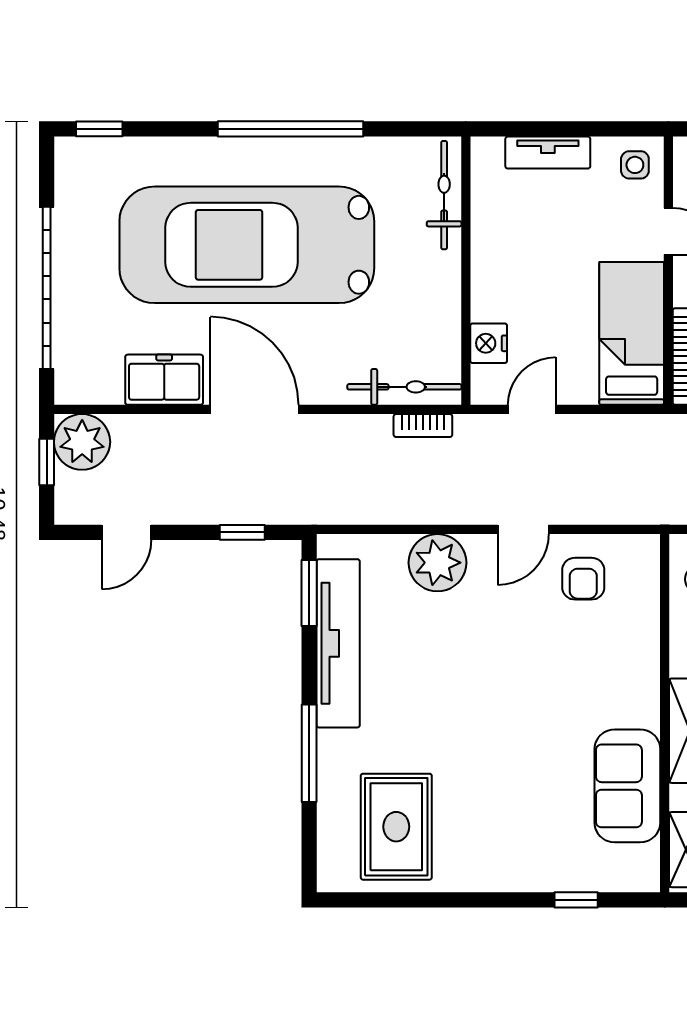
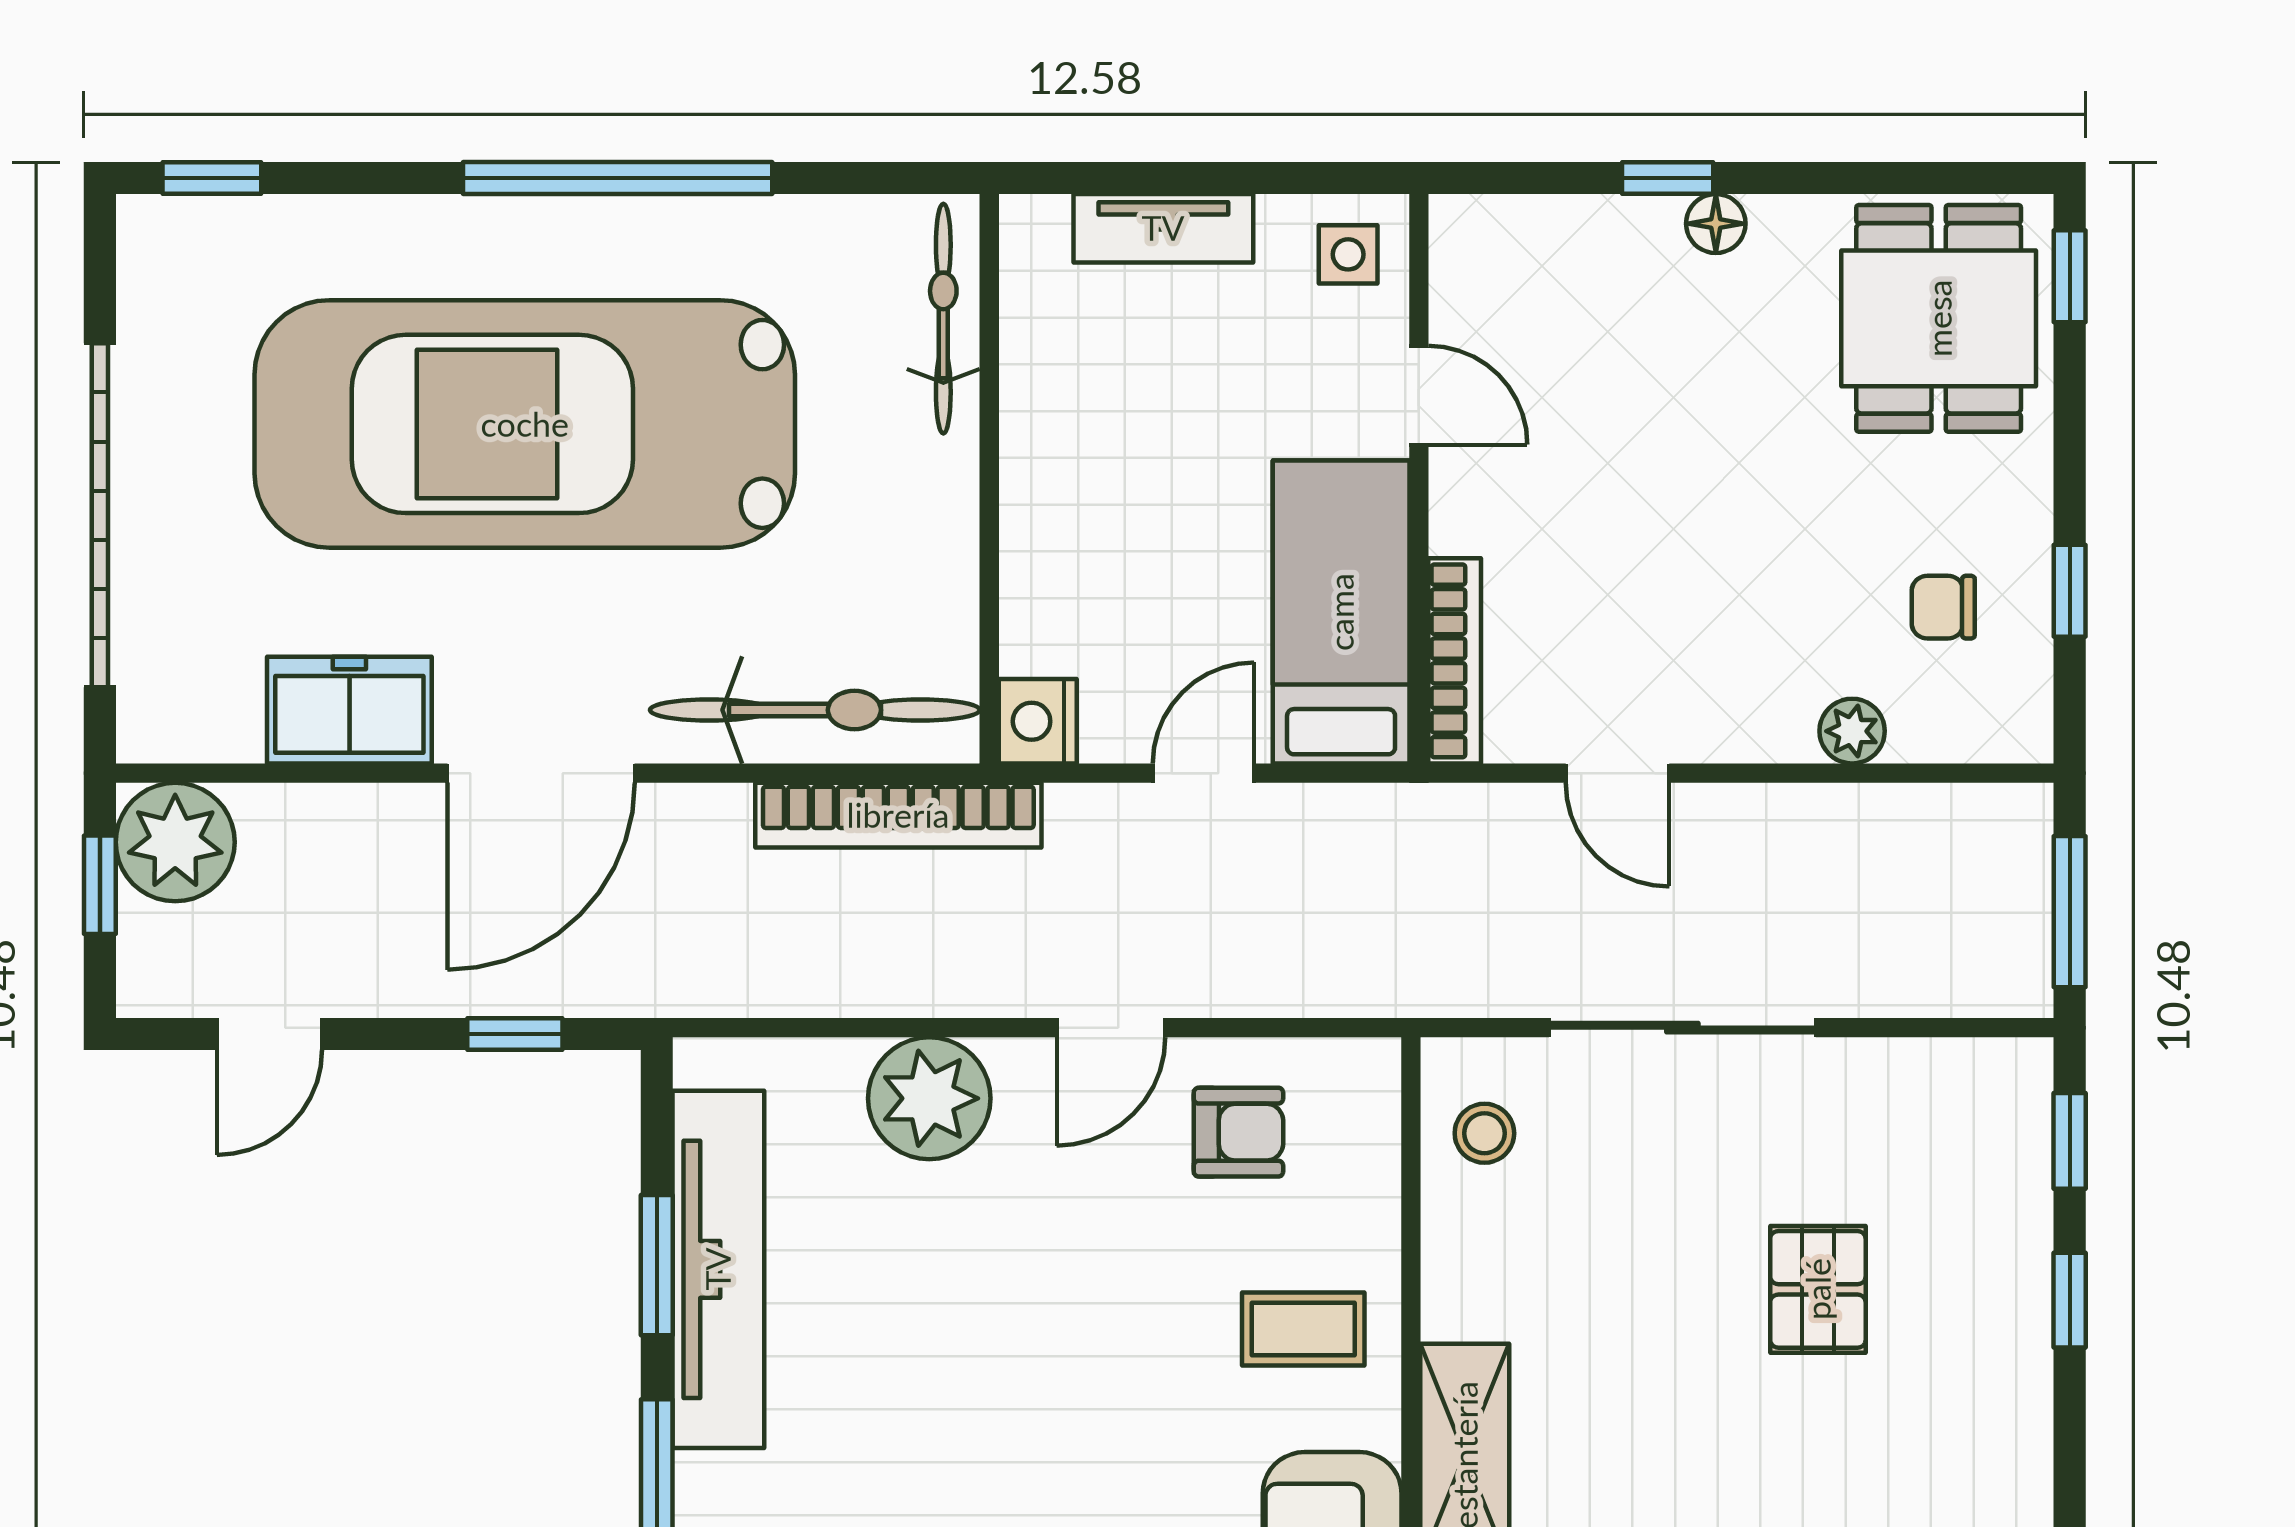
nightstand: (489, 343) -> (1038, 721), moved
bicycle: (404, 387) -> (815, 710), width x1.37, depth x1.40
door: (254, 409) -> (541, 773), swing flipped
door: (532, 409) -> (1204, 773), moved
bookcase: (423, 426) -> (898, 815), width x2.31, depth x1.31
armchair: (583, 579) -> (1238, 1132), turned -90
window: (309, 593) -> (657, 1265), moved
coffee table: (614, 671) -> (1303, 1329), added

